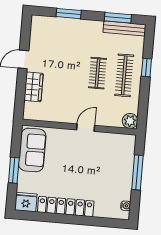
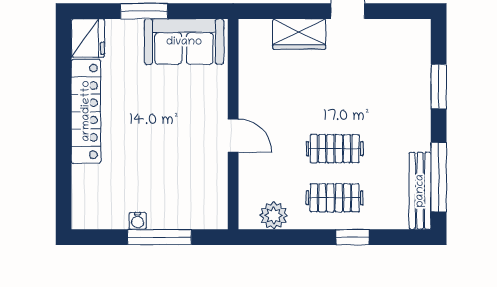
window: (118, 18) -> (439, 177), width x1.44
clothes rail: (124, 75) -> (335, 198), width x0.73
plant: (130, 121) -> (274, 215), moved
water cooler: (126, 206) -> (138, 221), moved

